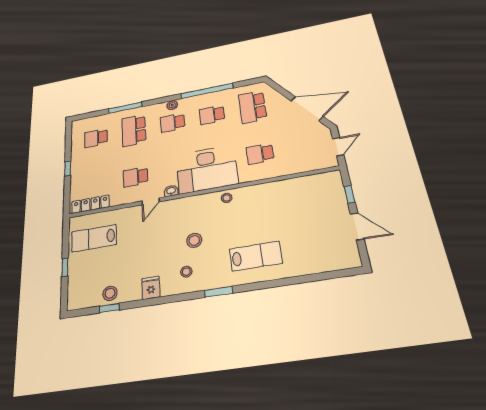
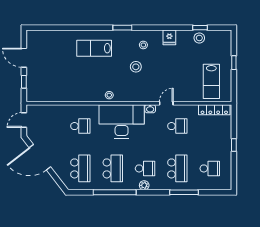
school desk: (212, 115) -> (113, 168), width x1.85
lab bench: (94, 238) -> (211, 81), turned 90

